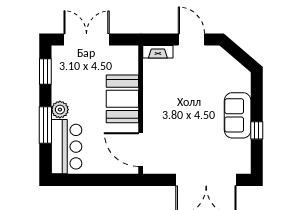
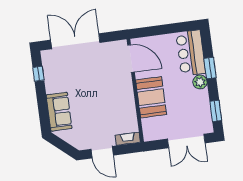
sofa: (238, 115) -> (59, 112), moved
window: (45, 125) -> (210, 68), width x0.69
window: (257, 130) -> (38, 74), moved

